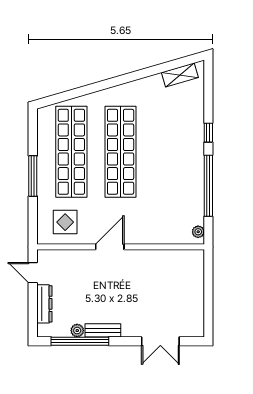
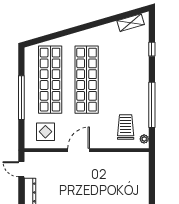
window: (208, 133) -> (152, 49), moved
window: (33, 176) -> (21, 98), width x1.46
trolley: (173, 216) -> (126, 127), added

